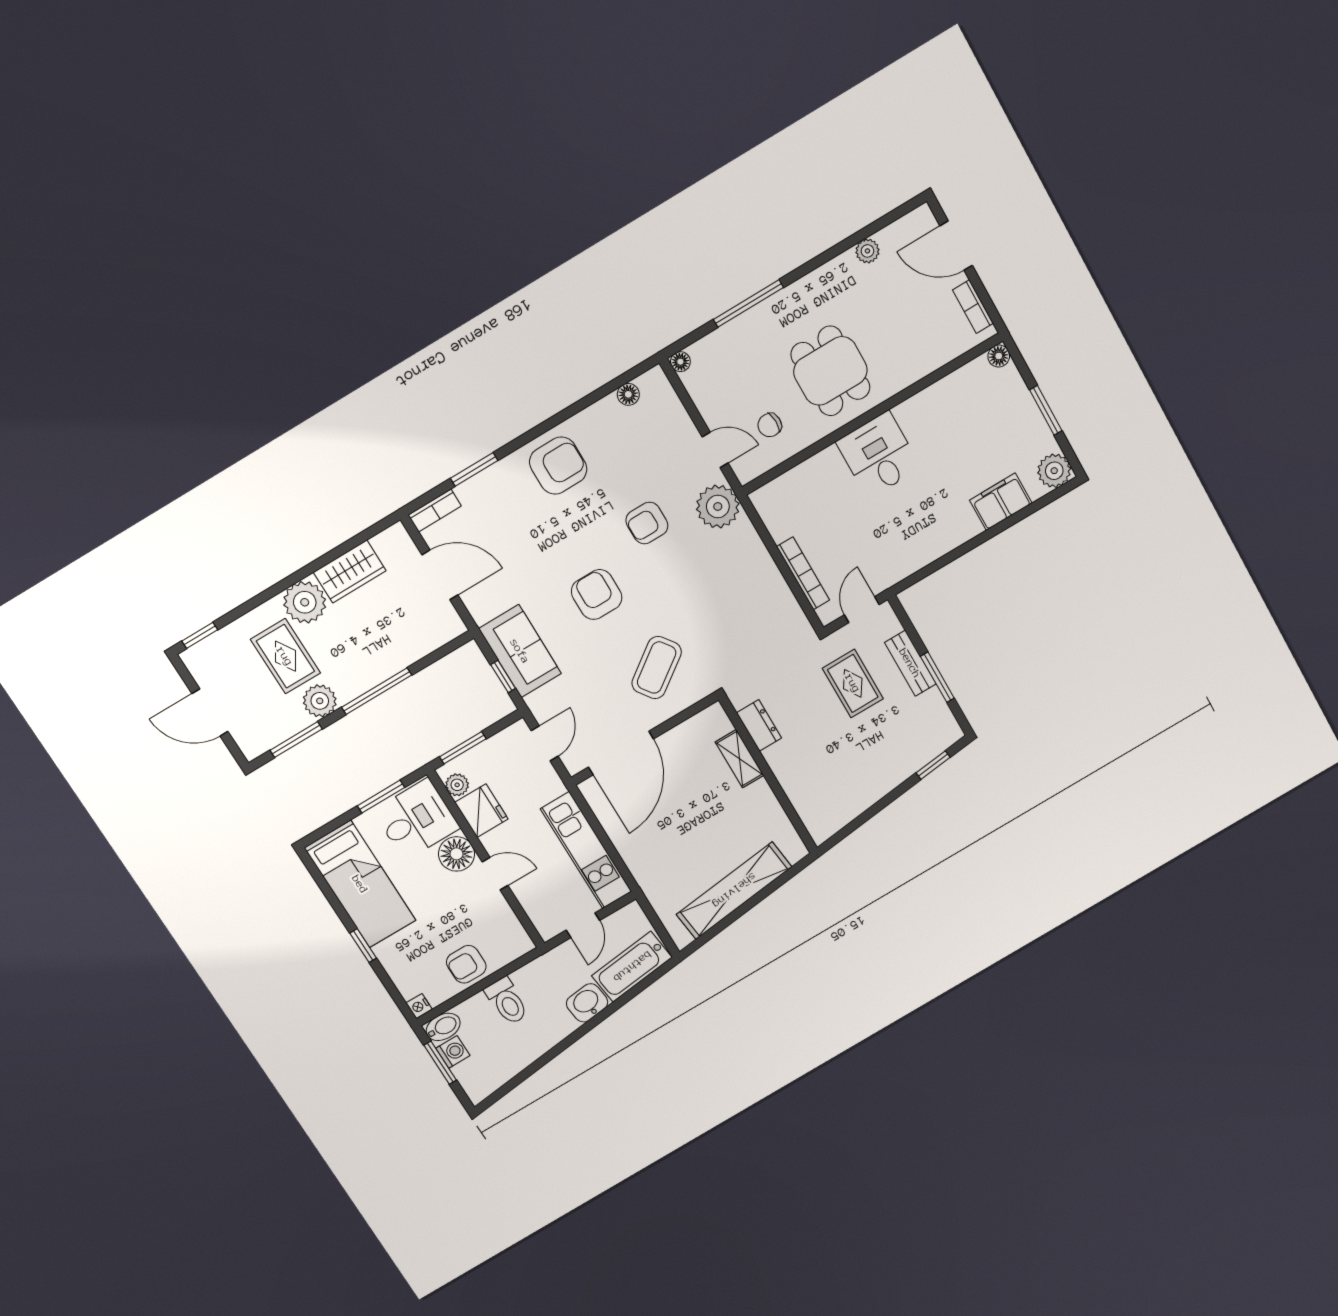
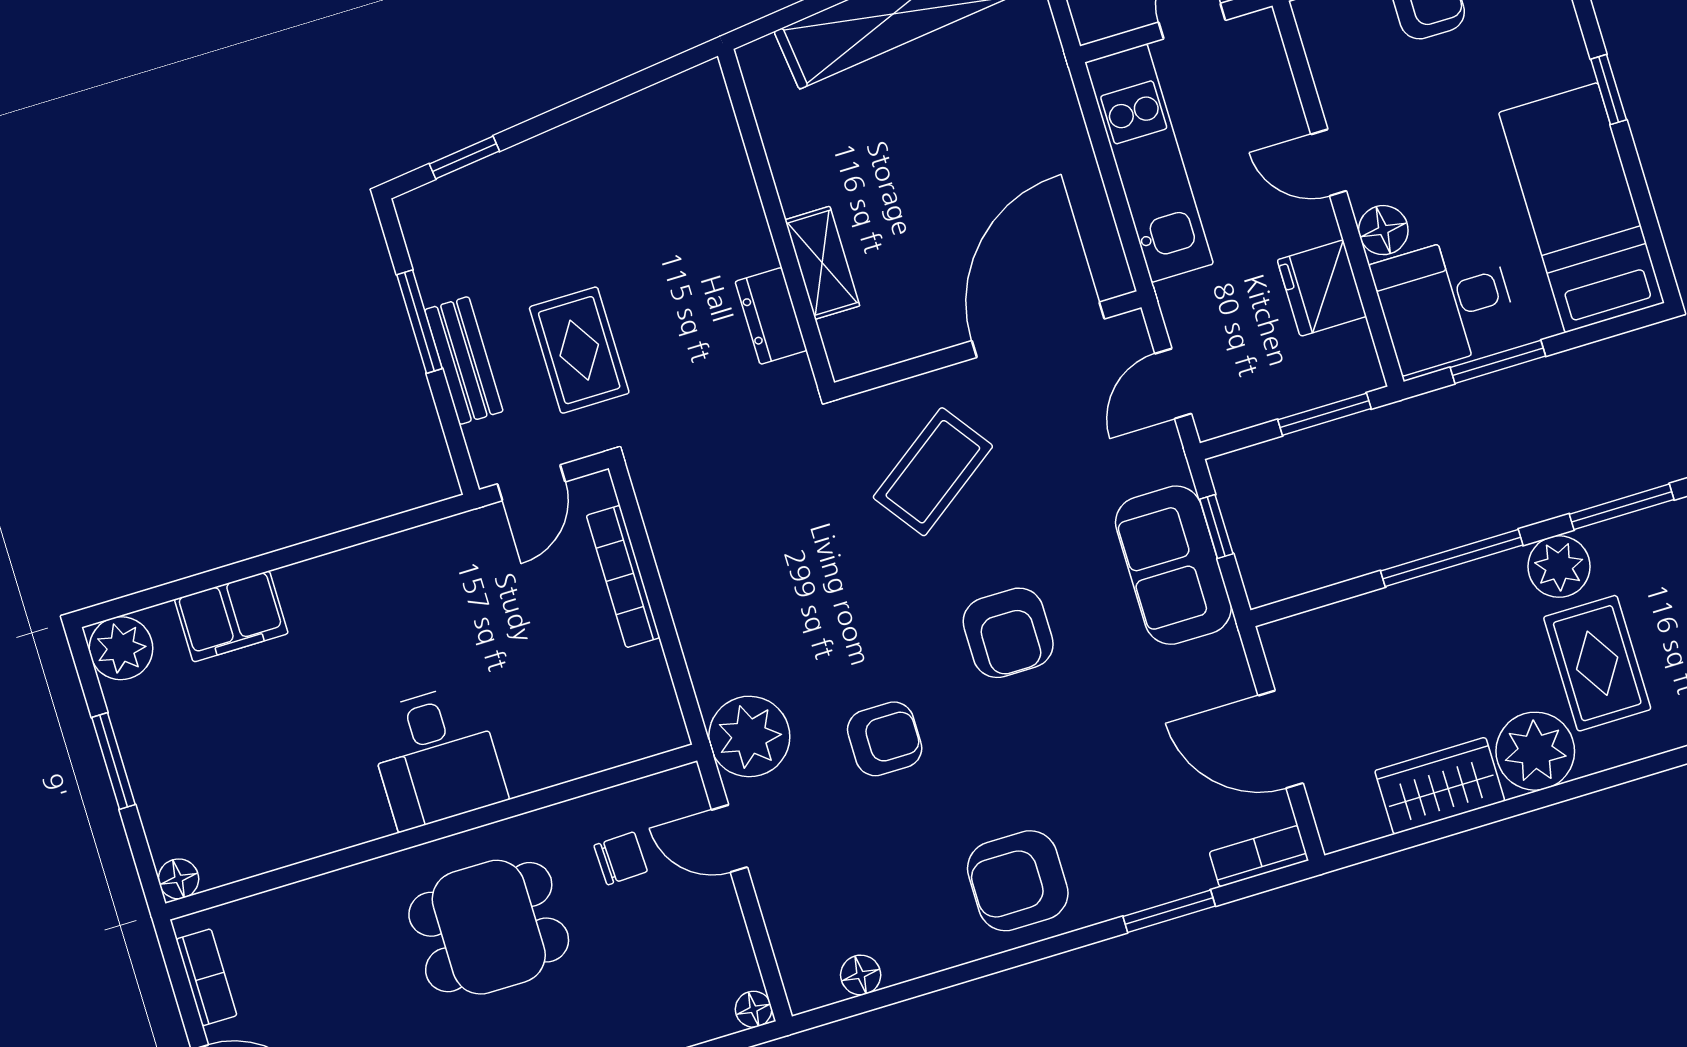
dining table: (830, 371) -> (489, 927), turned 90
plant: (457, 785) -> (1353, 348), removed
floor lamp: (456, 854) -> (1383, 230), width x0.73, depth x0.73

